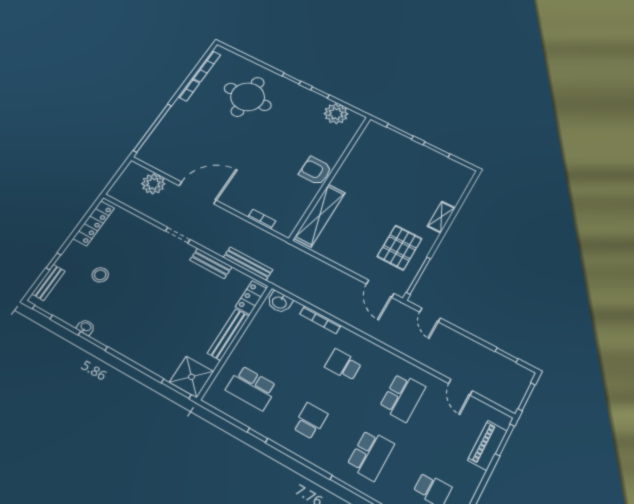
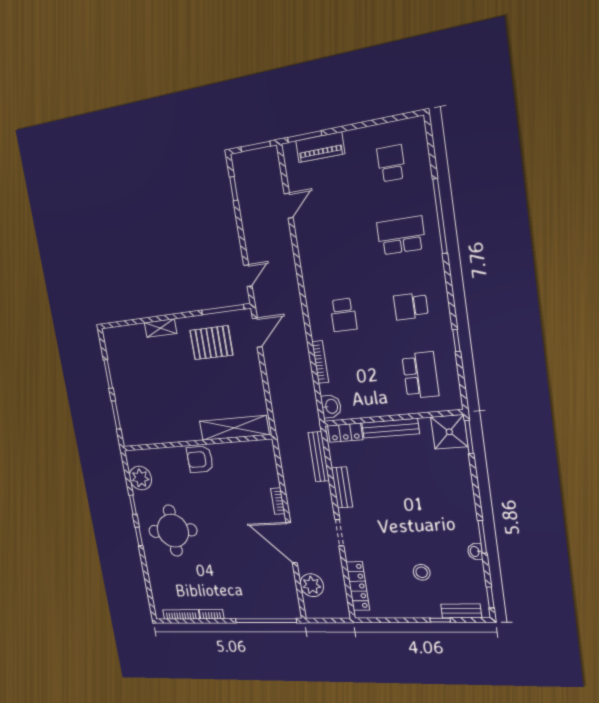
round table: (248, 97) -> (173, 531), moved
armchair: (315, 171) -> (200, 459), turned 90
bookcase: (262, 219) -> (278, 501), moved
locker: (94, 223) -> (358, 586), moved, turned 90
school desk: (402, 397) -> (333, 246), removed

